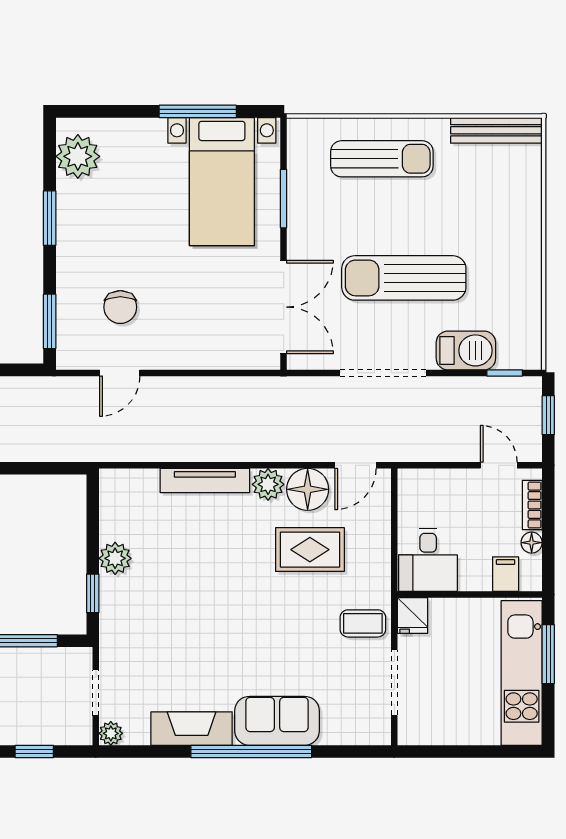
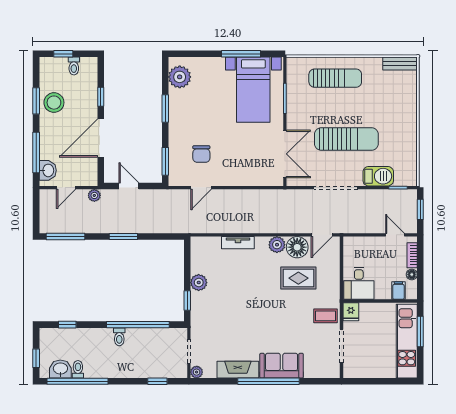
bench: (496, 130) -> (400, 64), width x0.73
sun lounger: (404, 278) -> (346, 139), turned 180
tv unit: (205, 480) -> (238, 243), width x0.71

